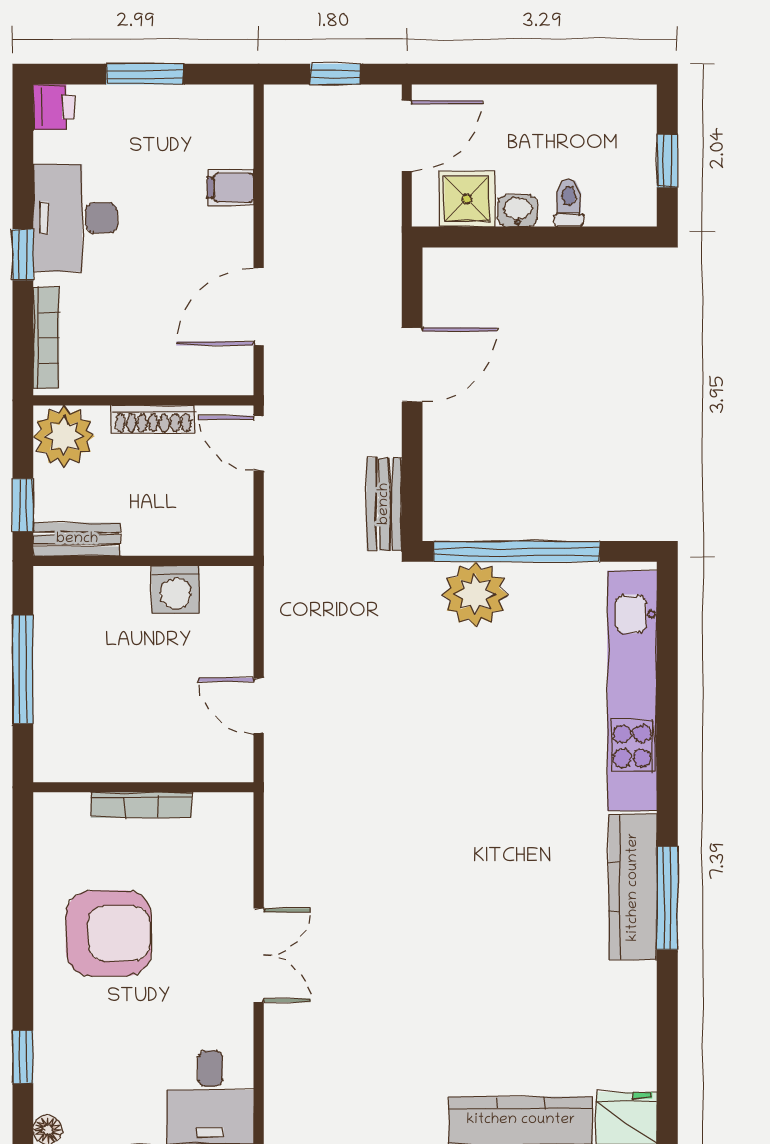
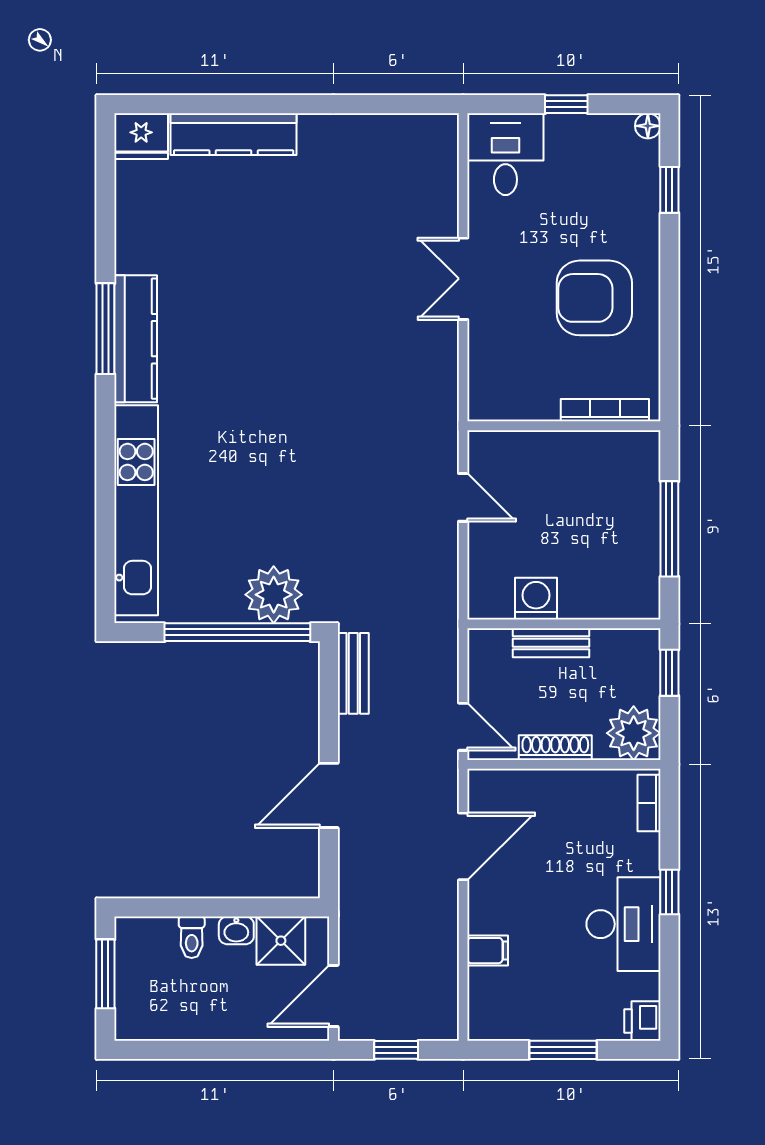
window: (667, 161) -> (105, 974), width x1.50
bookcase: (46, 338) -> (649, 803), width x0.64
bench: (77, 539) -> (551, 643), moved
bookcase: (141, 805) -> (605, 410), moved

